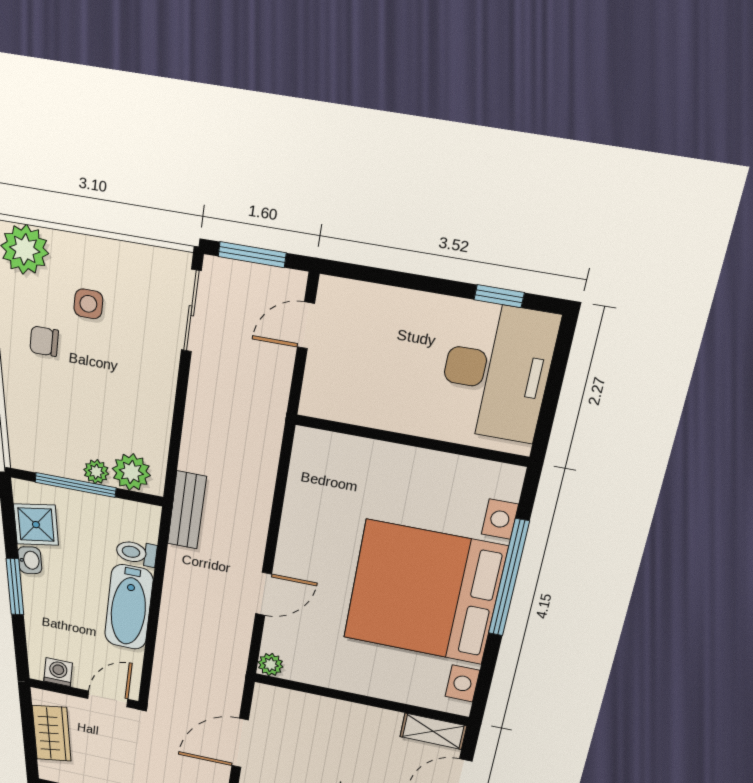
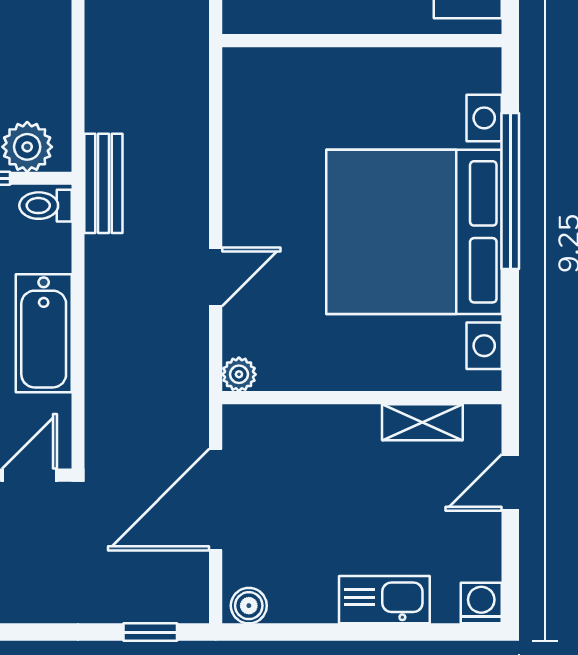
toilet: (136, 553) -> (46, 206), moved
shelving: (433, 731) -> (422, 422), moved
door: (240, 743) -> (216, 500), width x1.36

